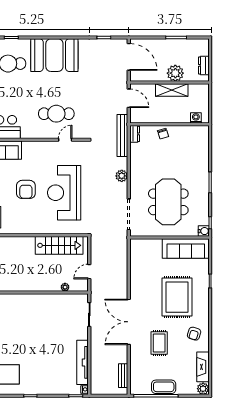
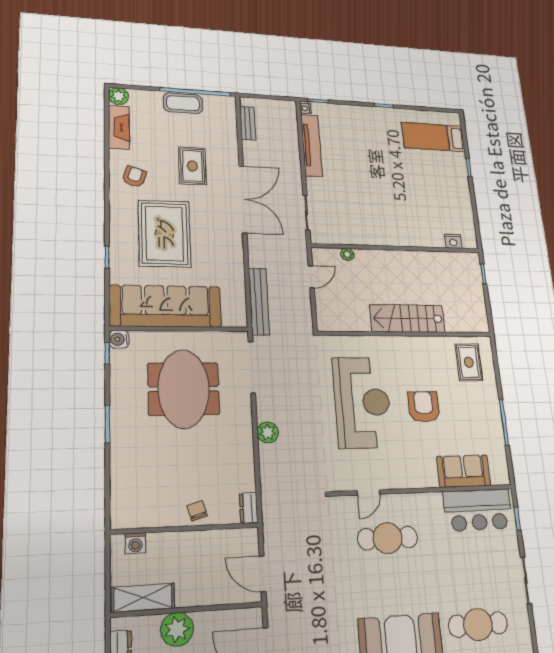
shelving: (172, 90) -> (143, 598), moved
bench: (122, 136) -> (259, 302), moved
stairs: (59, 245) -> (407, 318), moved
sofa: (186, 249) -> (166, 306), width x1.36, depth x1.27

